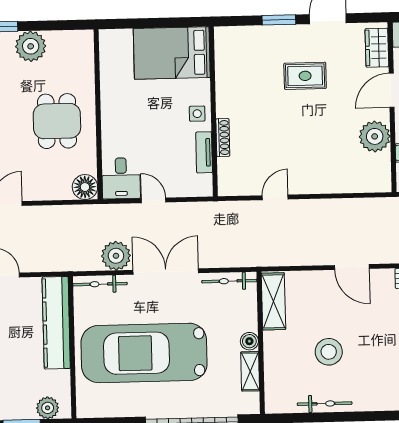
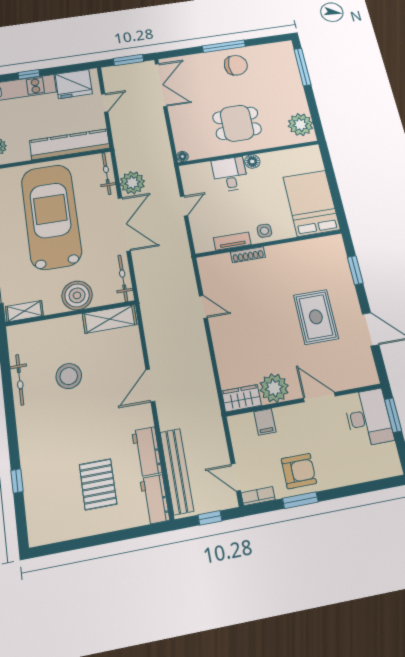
window: (279, 20) -> (355, 270), moved
plant: (31, 46) -> (300, 125), moved
wardrobe: (377, 48) -> (241, 398), moved
rug: (305, 76) -> (316, 317), width x1.36, depth x1.43
floor lamp: (109, 112) -> (252, 161), added
desk: (121, 178) -> (230, 174), moved, turned 90
floor lamp: (85, 187) -> (182, 156), width x0.53, depth x0.53
boiler: (249, 341) -> (77, 295), width x1.86, depth x1.86
shelving: (250, 371) -> (24, 311), moved

